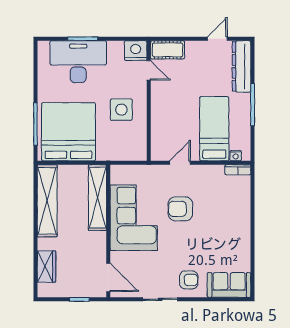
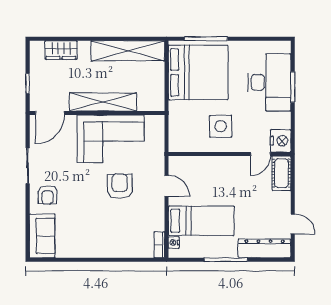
shelving: (97, 198) -> (103, 102), moved

